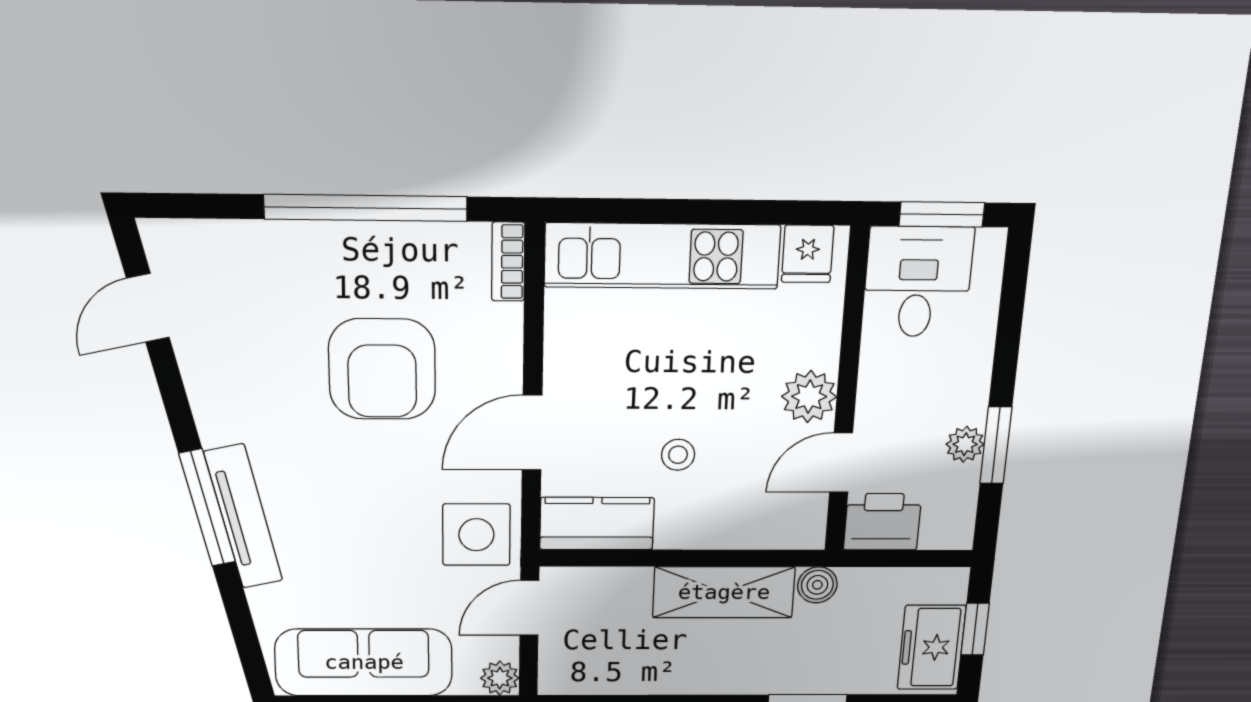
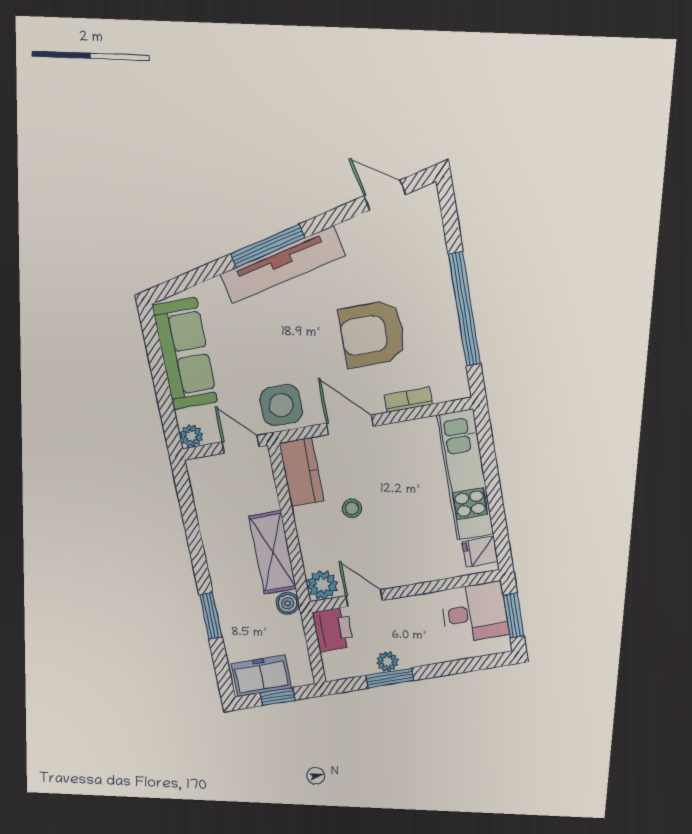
bookcase: (508, 262) -> (408, 400), moved
plant: (809, 397) -> (322, 585), moved
tv unit: (243, 517) -> (283, 265), width x1.36, depth x1.29

